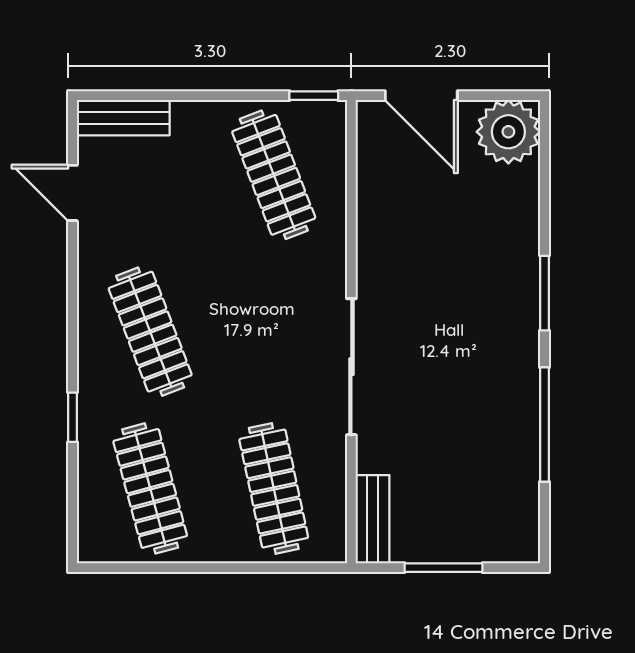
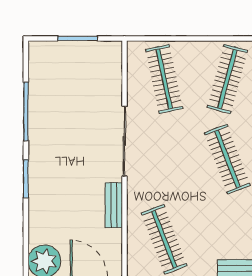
clothes rail: (150, 488) -> (227, 79), turned 30
bench: (373, 519) -> (114, 205), moved

